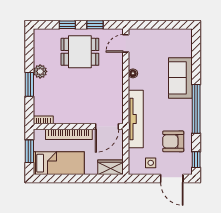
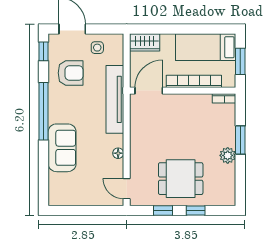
door: (126, 43) -> (127, 189), swing flipped

